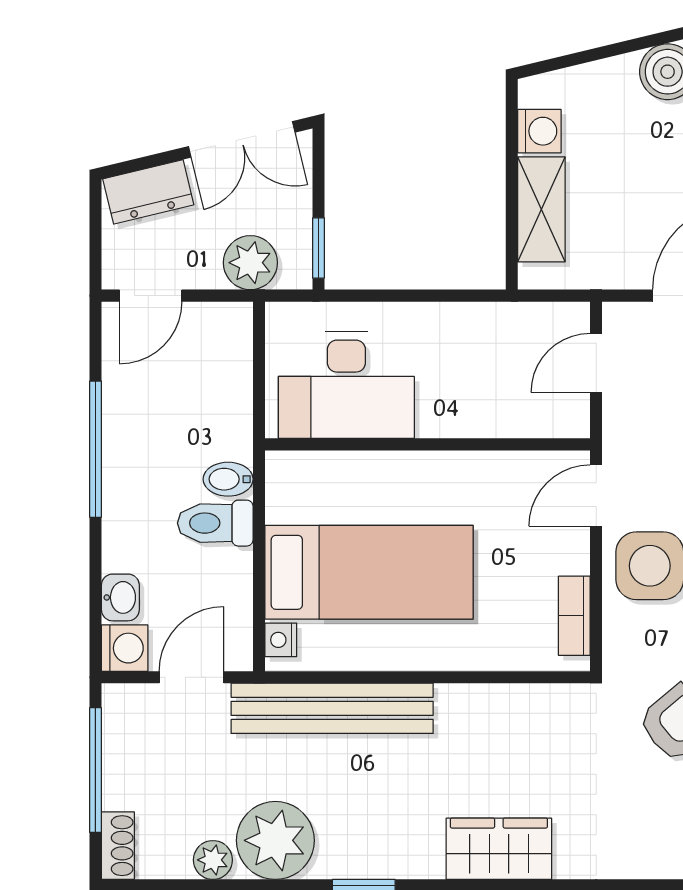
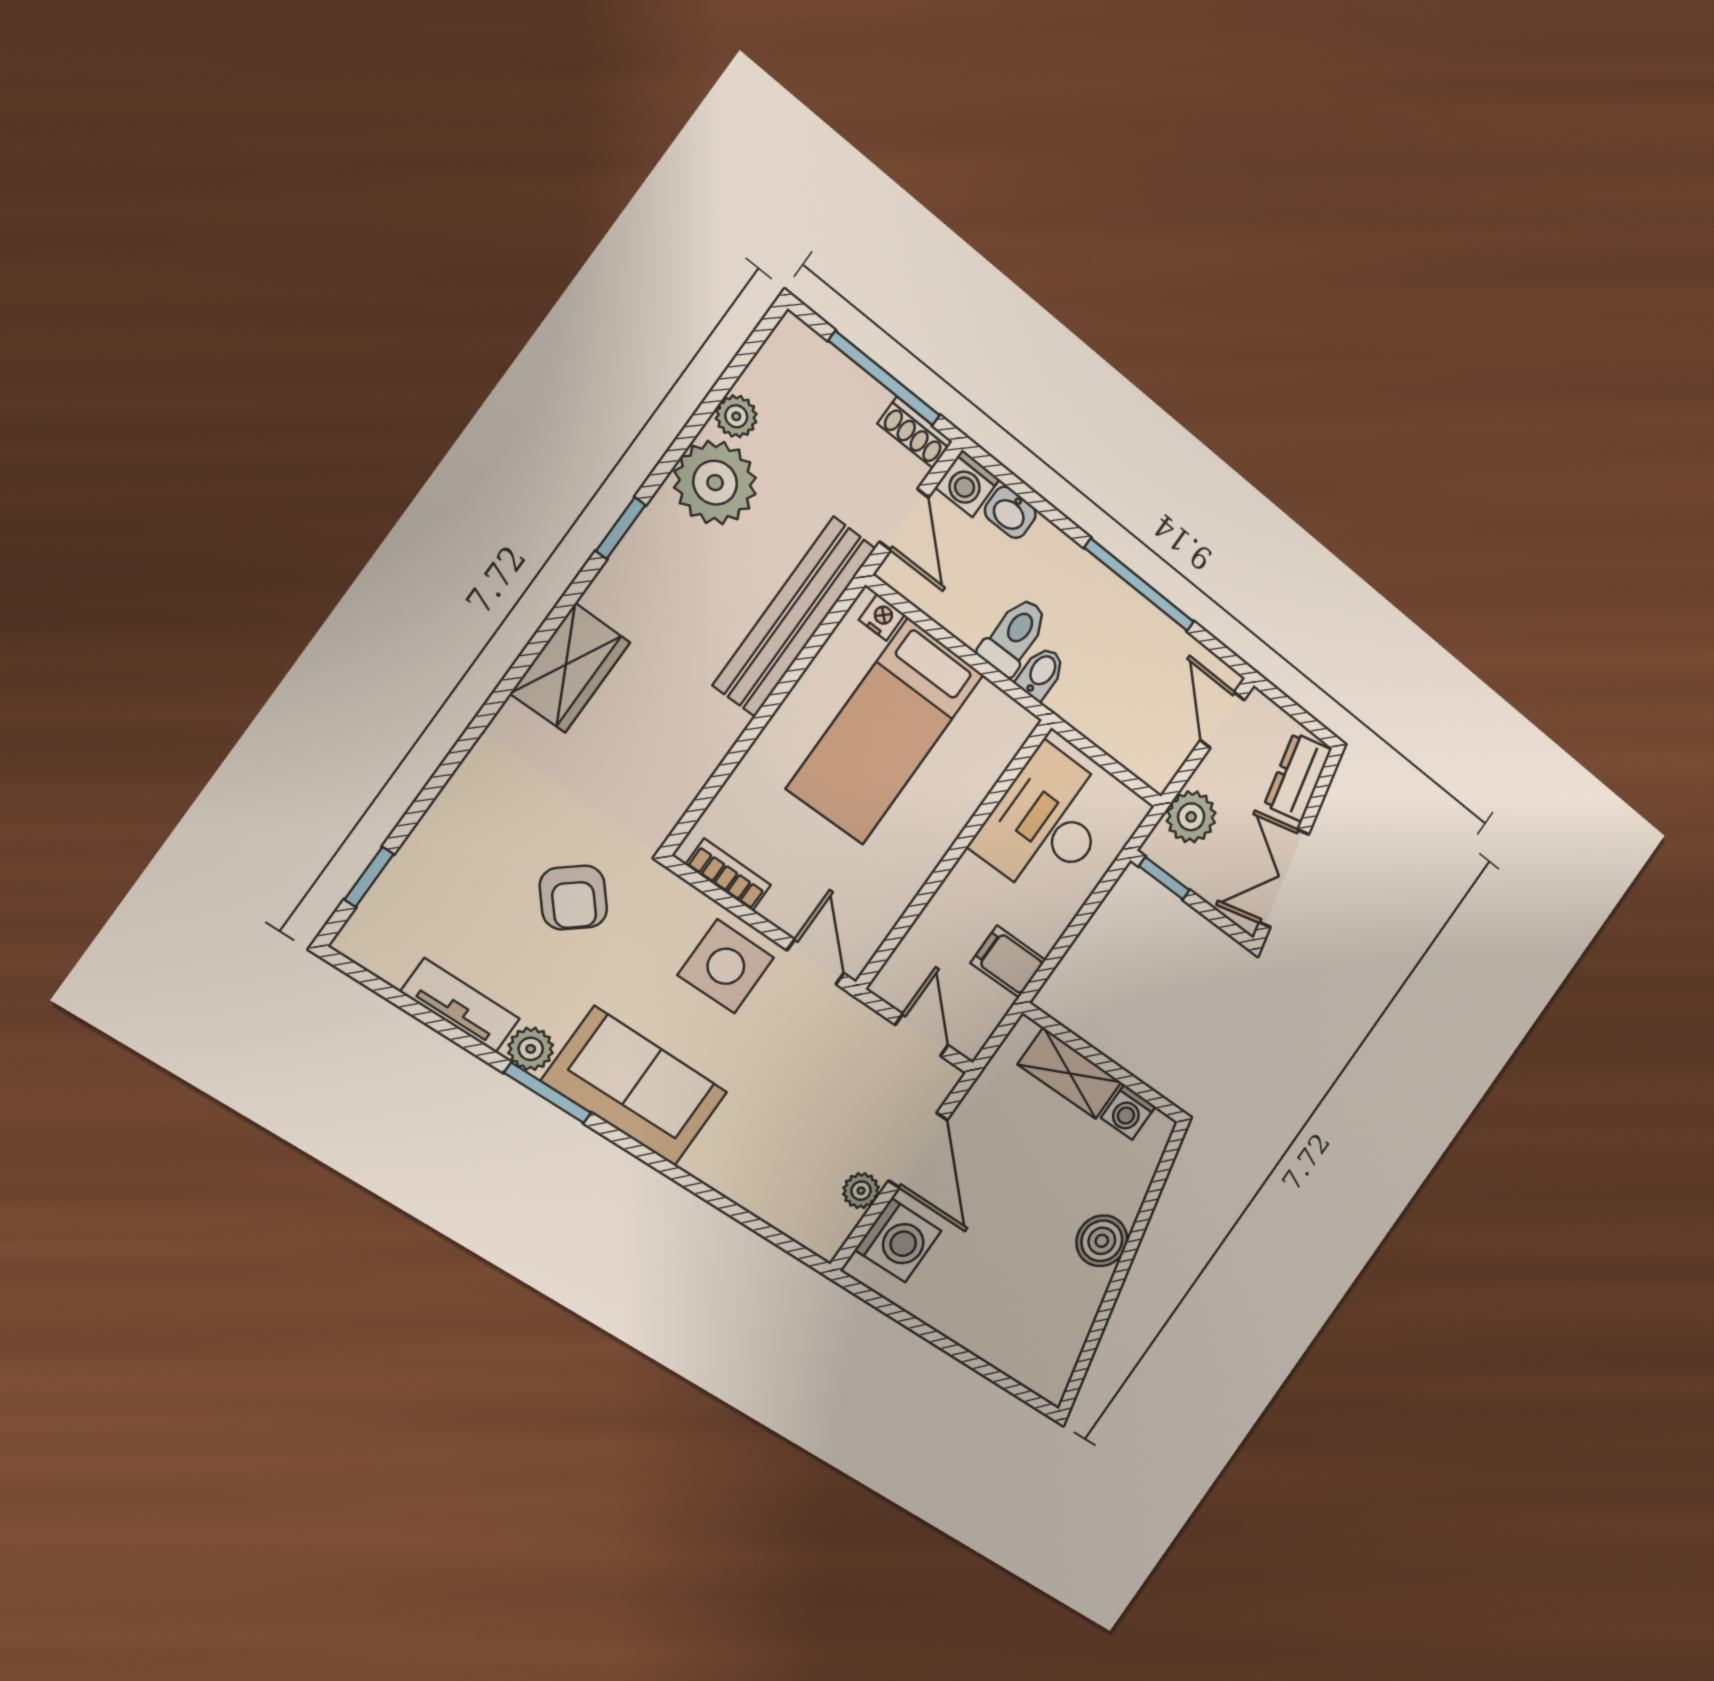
filing cabinet: (484, 333) -> (1008, 962), added
shoe rack: (118, 846) -> (915, 433), moved

